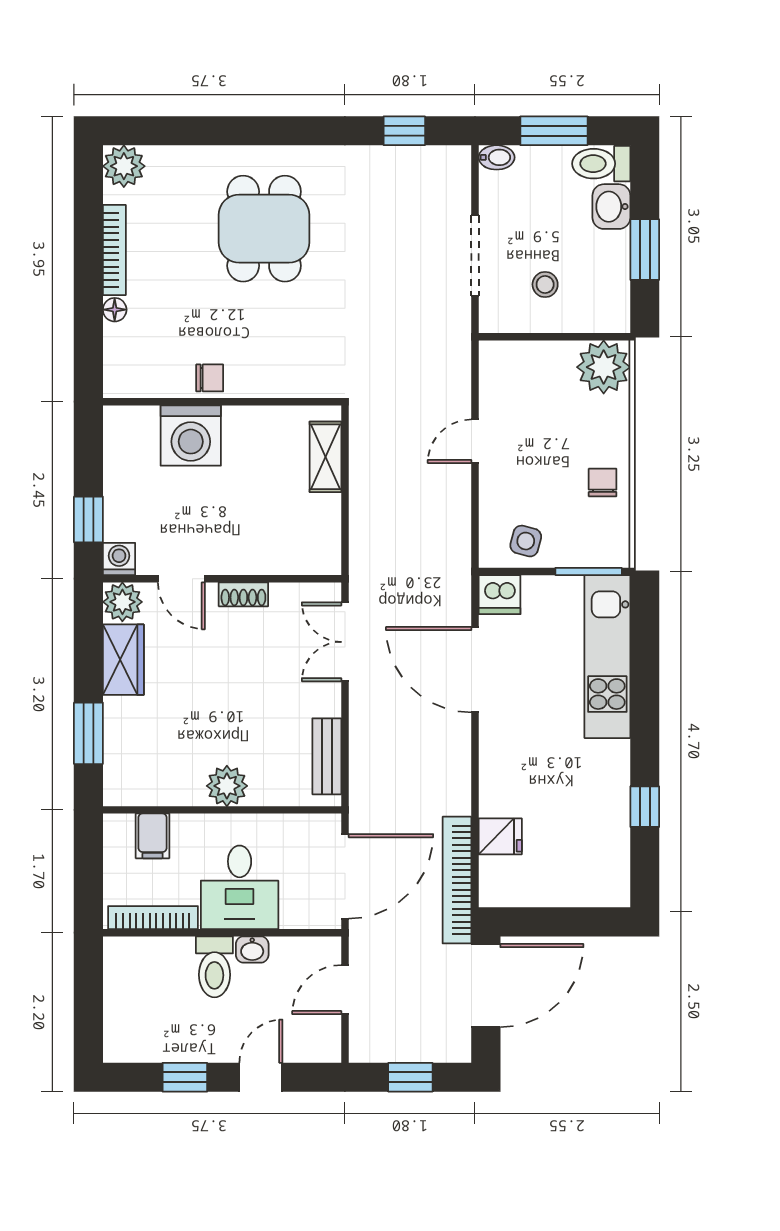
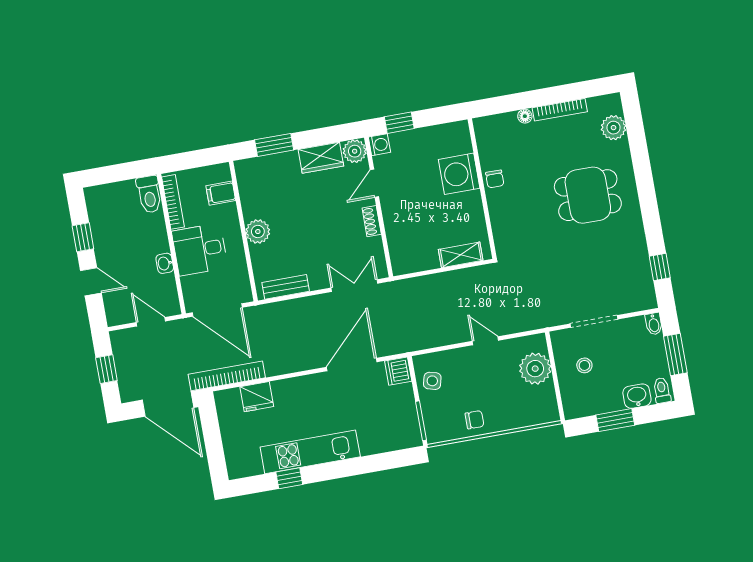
toilet: (601, 164) -> (662, 390), width x0.73, depth x0.72
plant: (124, 166) -> (614, 128), moved
plant: (604, 367) -> (535, 369), moved
kitchen unit: (607, 657) -> (310, 452), moved
fridge: (500, 836) -> (257, 397), width x1.38
toilet: (214, 967) -> (149, 194), moved, turned -90

